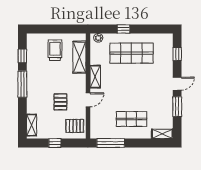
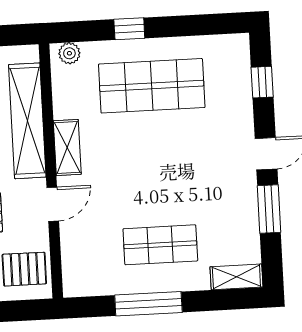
shelving: (79, 57) -> (27, 121), width x1.47
window: (111, 143) -> (148, 304), moved

